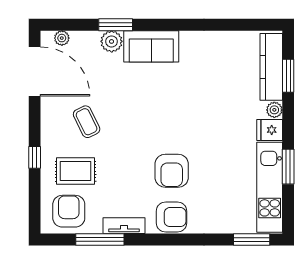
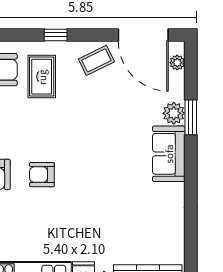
door: (35, 71) -> (143, 35), hinge flipped
coffee table: (87, 122) -> (96, 60), moved
armchair: (172, 171) -> (42, 175), width x0.72, depth x0.72

